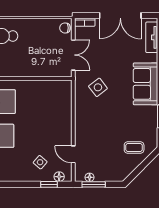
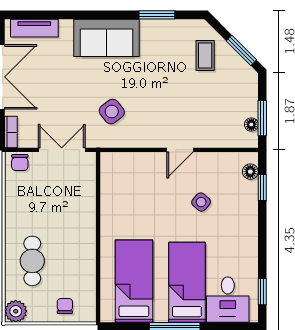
door: (73, 154) -> (180, 150), moved
side table: (40, 162) -> (201, 202), moved
window: (137, 171) -> (241, 50), added

